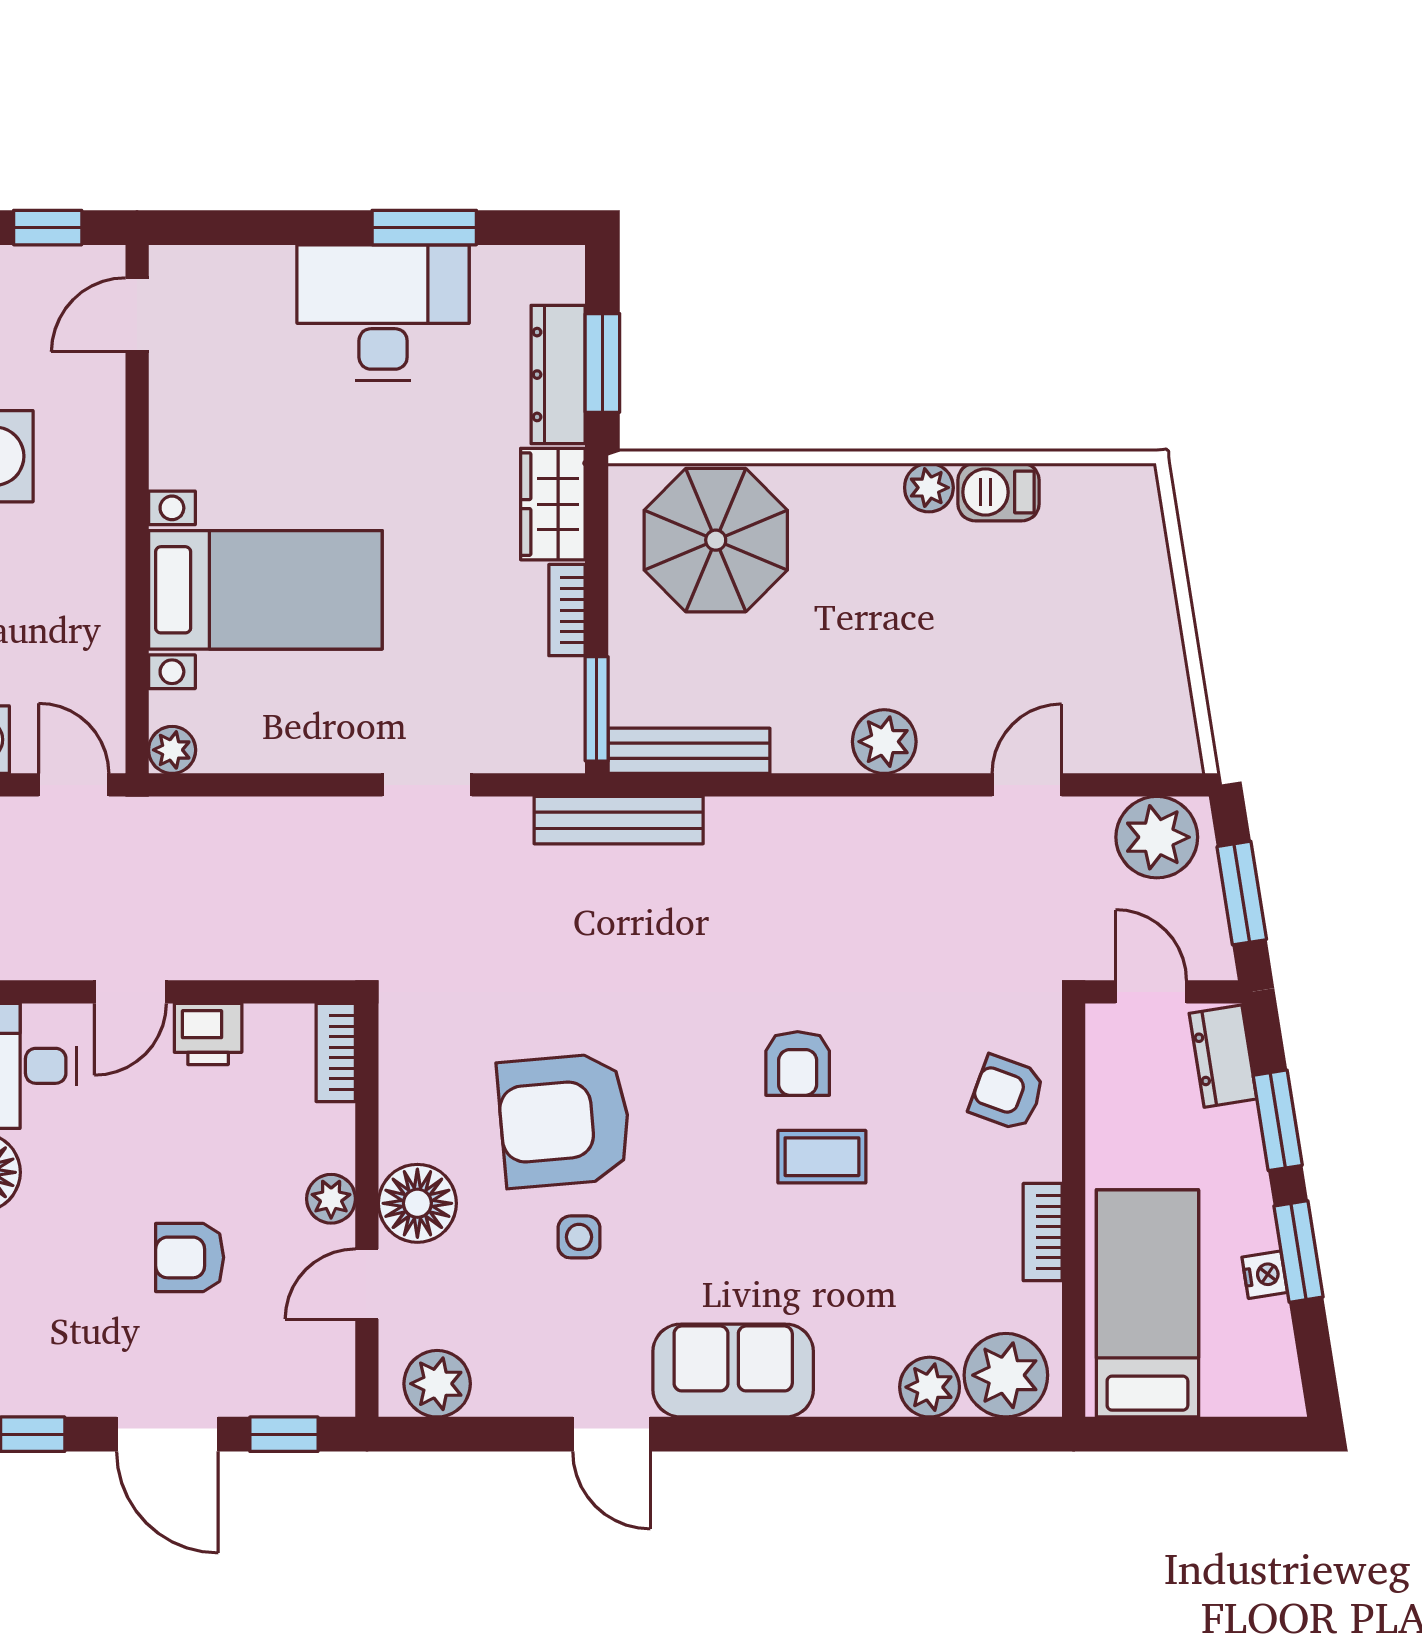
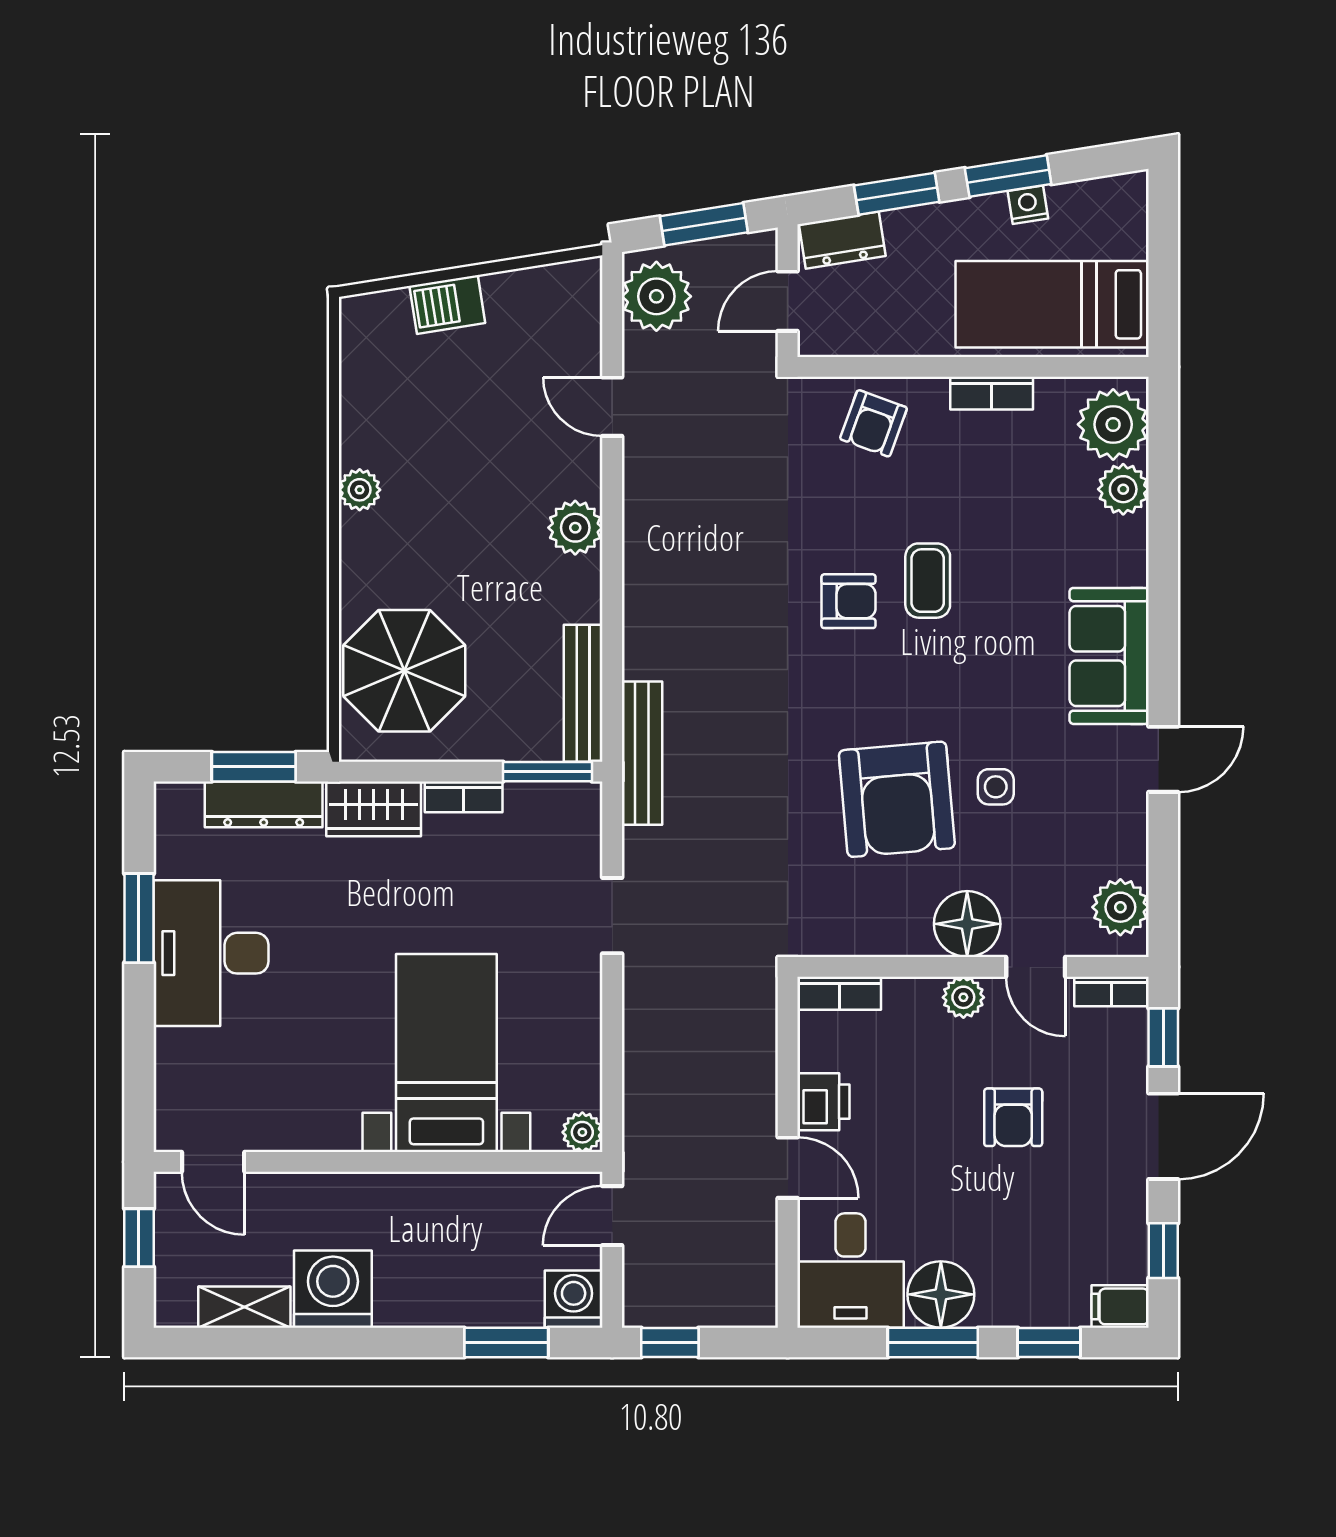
barbecue: (998, 492) -> (447, 304), moved, turned 81
bookcase: (338, 1373) -> (1111, 991), added

